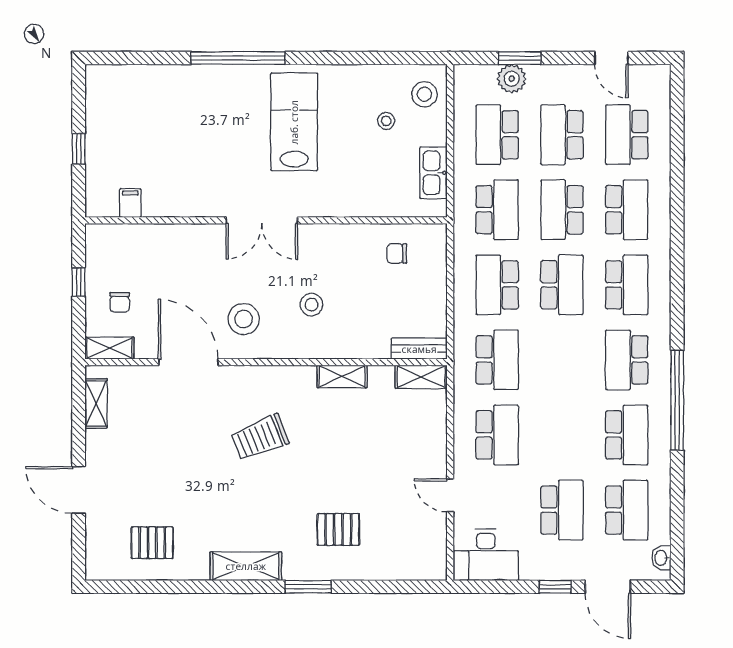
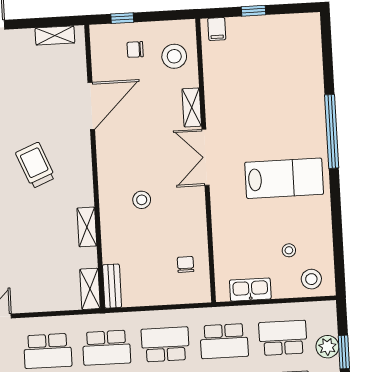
filing cabinet: (130, 203) -> (217, 29), moved, turned 90
window: (79, 282) -> (122, 18), moved
stool: (244, 319) -> (174, 56), moved
shelving: (109, 348) -> (192, 107), moved

